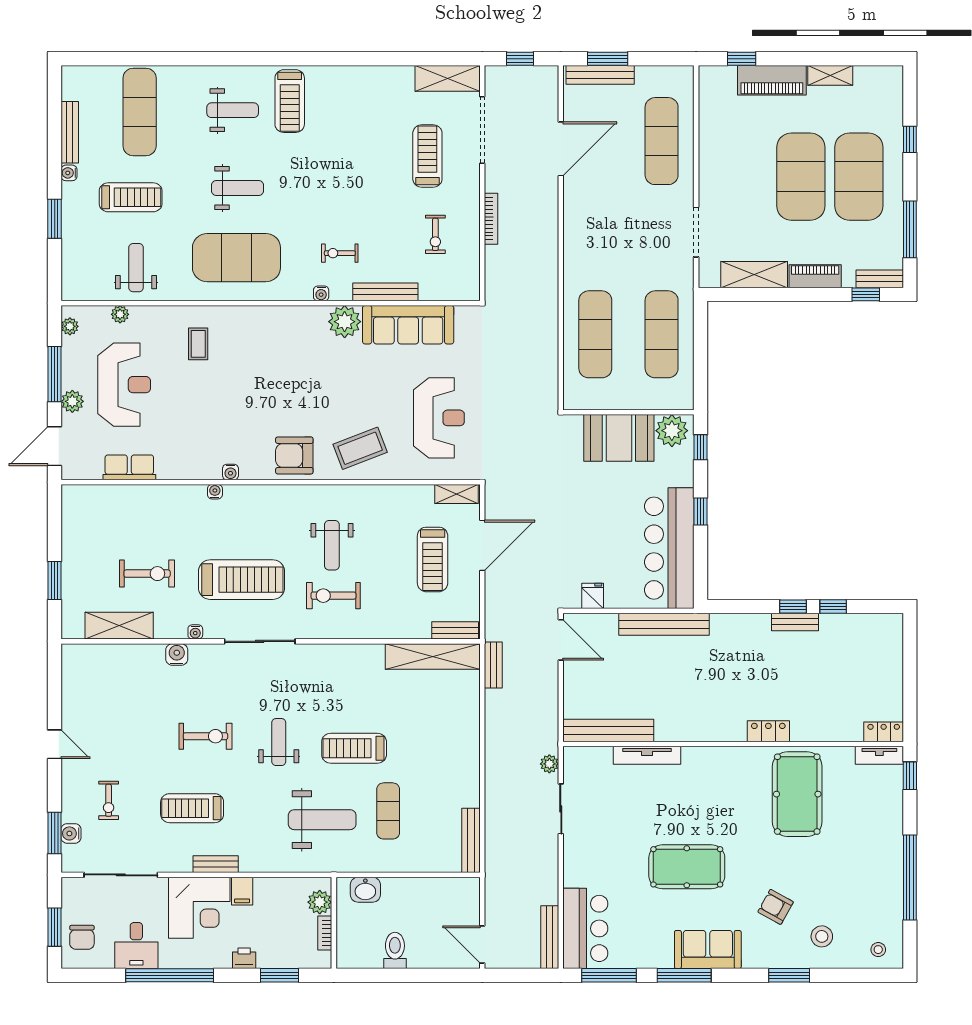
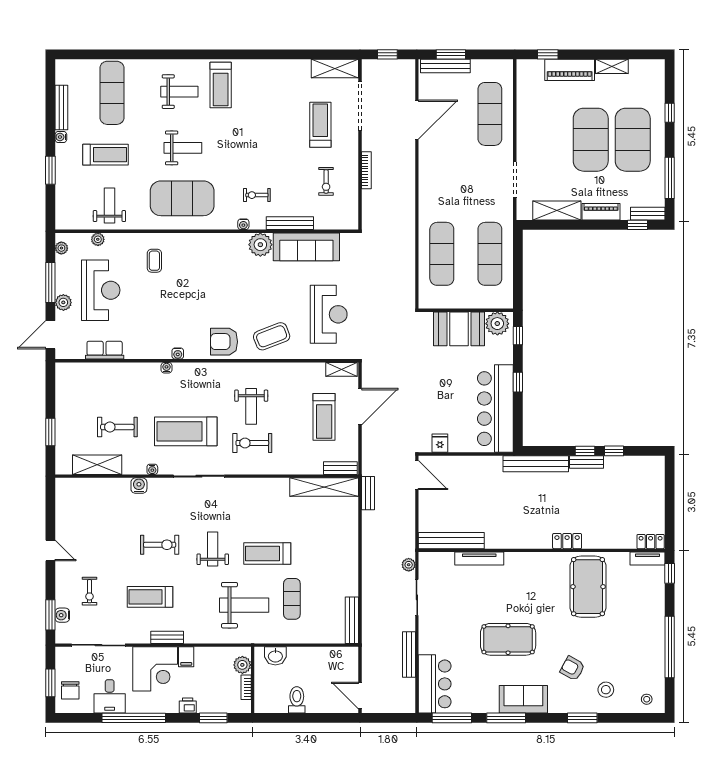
exercise bike: (147, 574) -> (117, 427), turned 180
treadmill: (242, 580) -> (186, 431), turned 180
bench: (664, 624) -> (536, 464), moved
bench: (550, 937) -> (409, 655), moved

